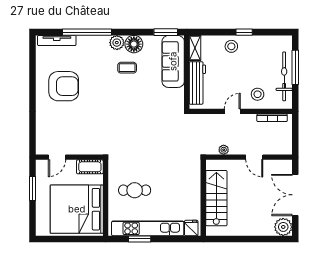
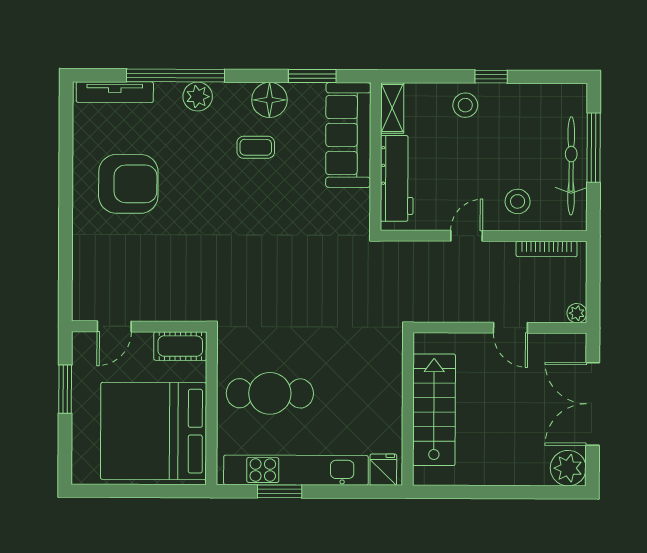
window: (166, 32) -> (312, 76), moved
plant: (117, 43) -> (198, 97), moved
plant: (224, 150) -> (577, 313), moved
cafe table: (135, 190) -> (270, 393), width x1.37, depth x1.35

